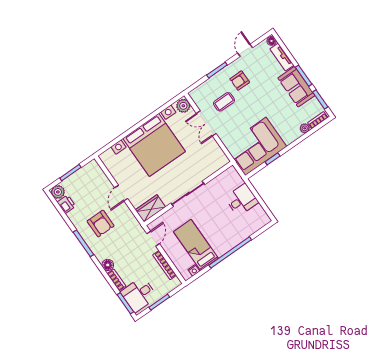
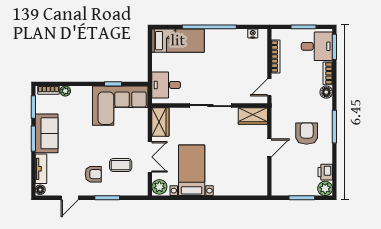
bed with nightstands: (154, 145) -> (192, 170), width x0.54
wardrobe: (217, 155) -> (160, 122), added
desk: (242, 200) -> (166, 85), moved
bed: (196, 245) -> (178, 41), moved, turned -90

